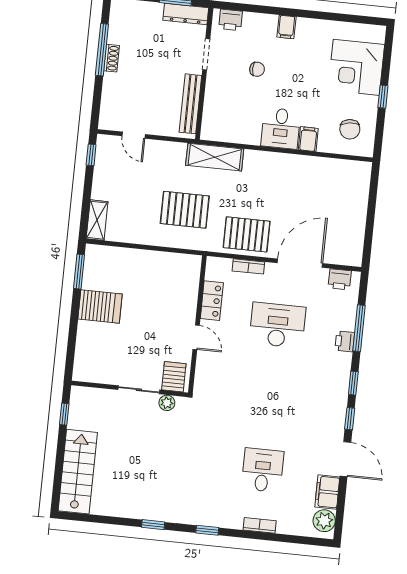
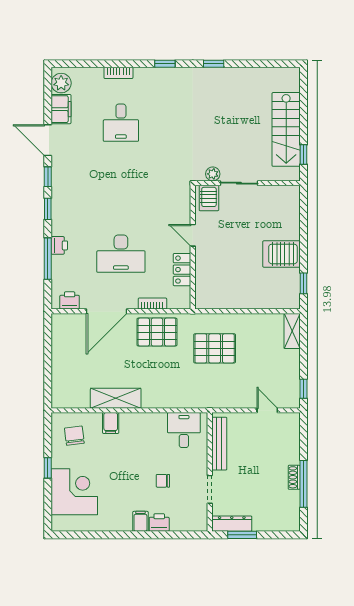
printer: (231, 20) -> (159, 523), moved
desk: (281, 128) -> (184, 430), moved
shelving: (215, 157) -> (116, 398), moved
window: (79, 272) -> (303, 283), width x0.67
stairs: (78, 472) -> (286, 129), moved

